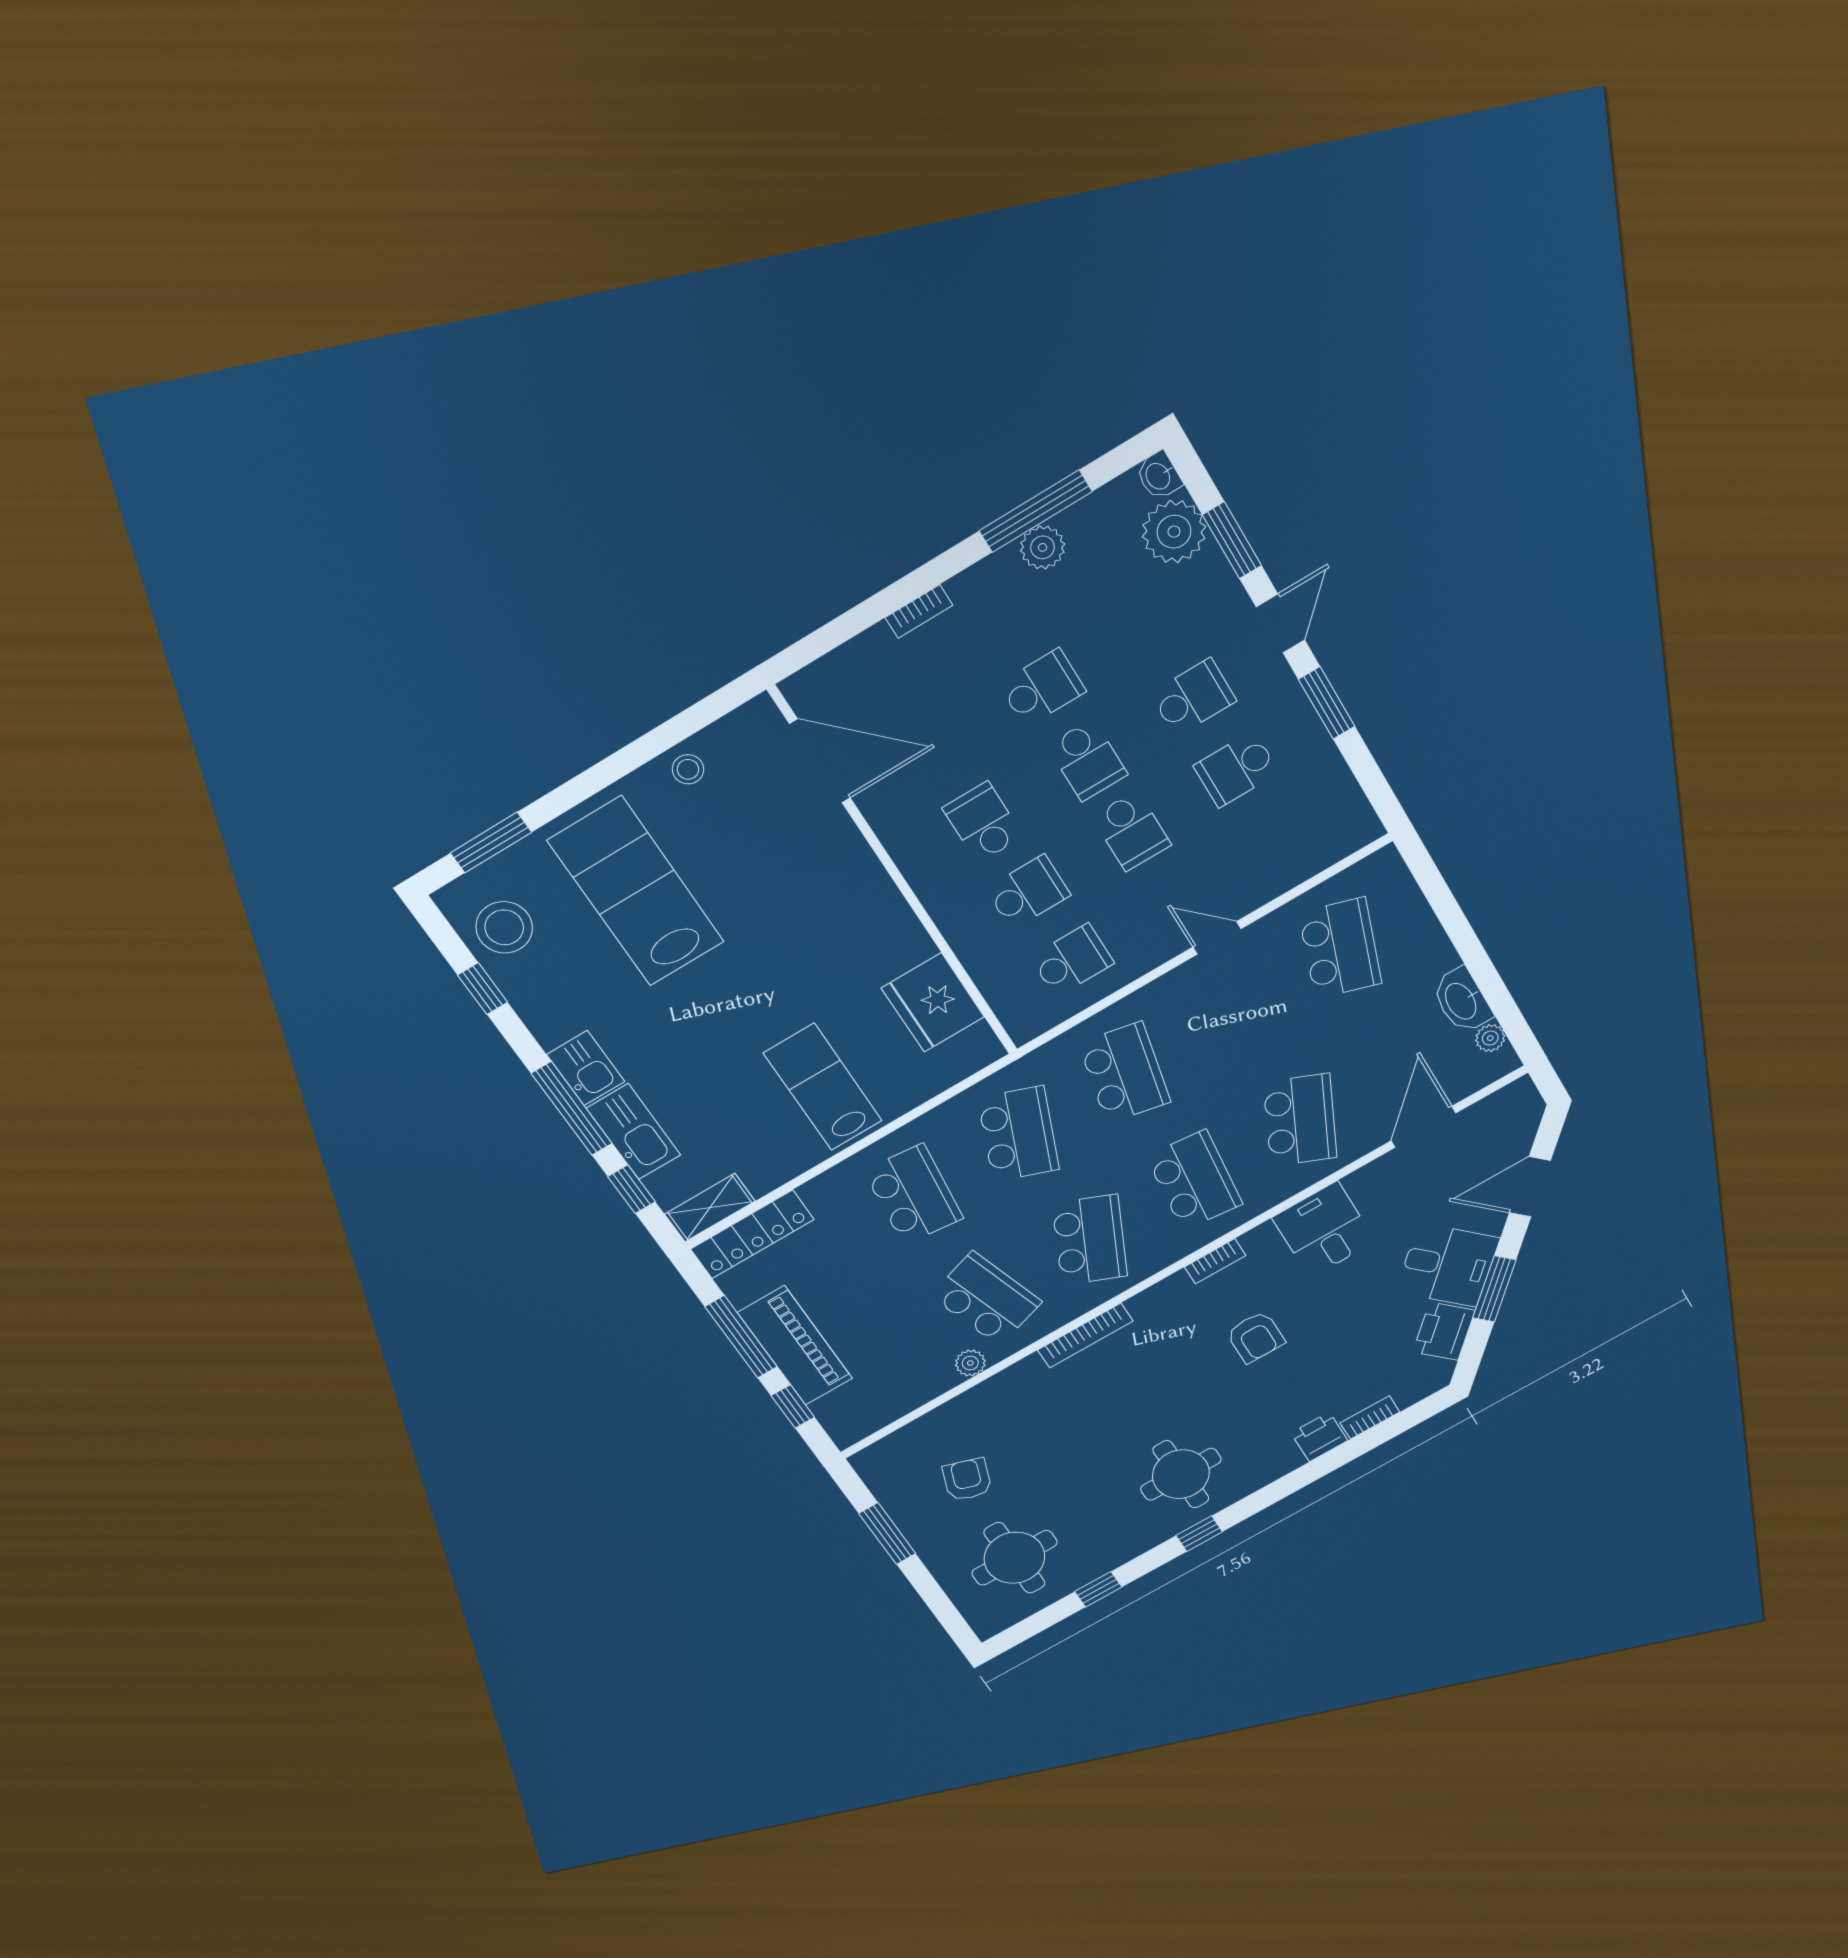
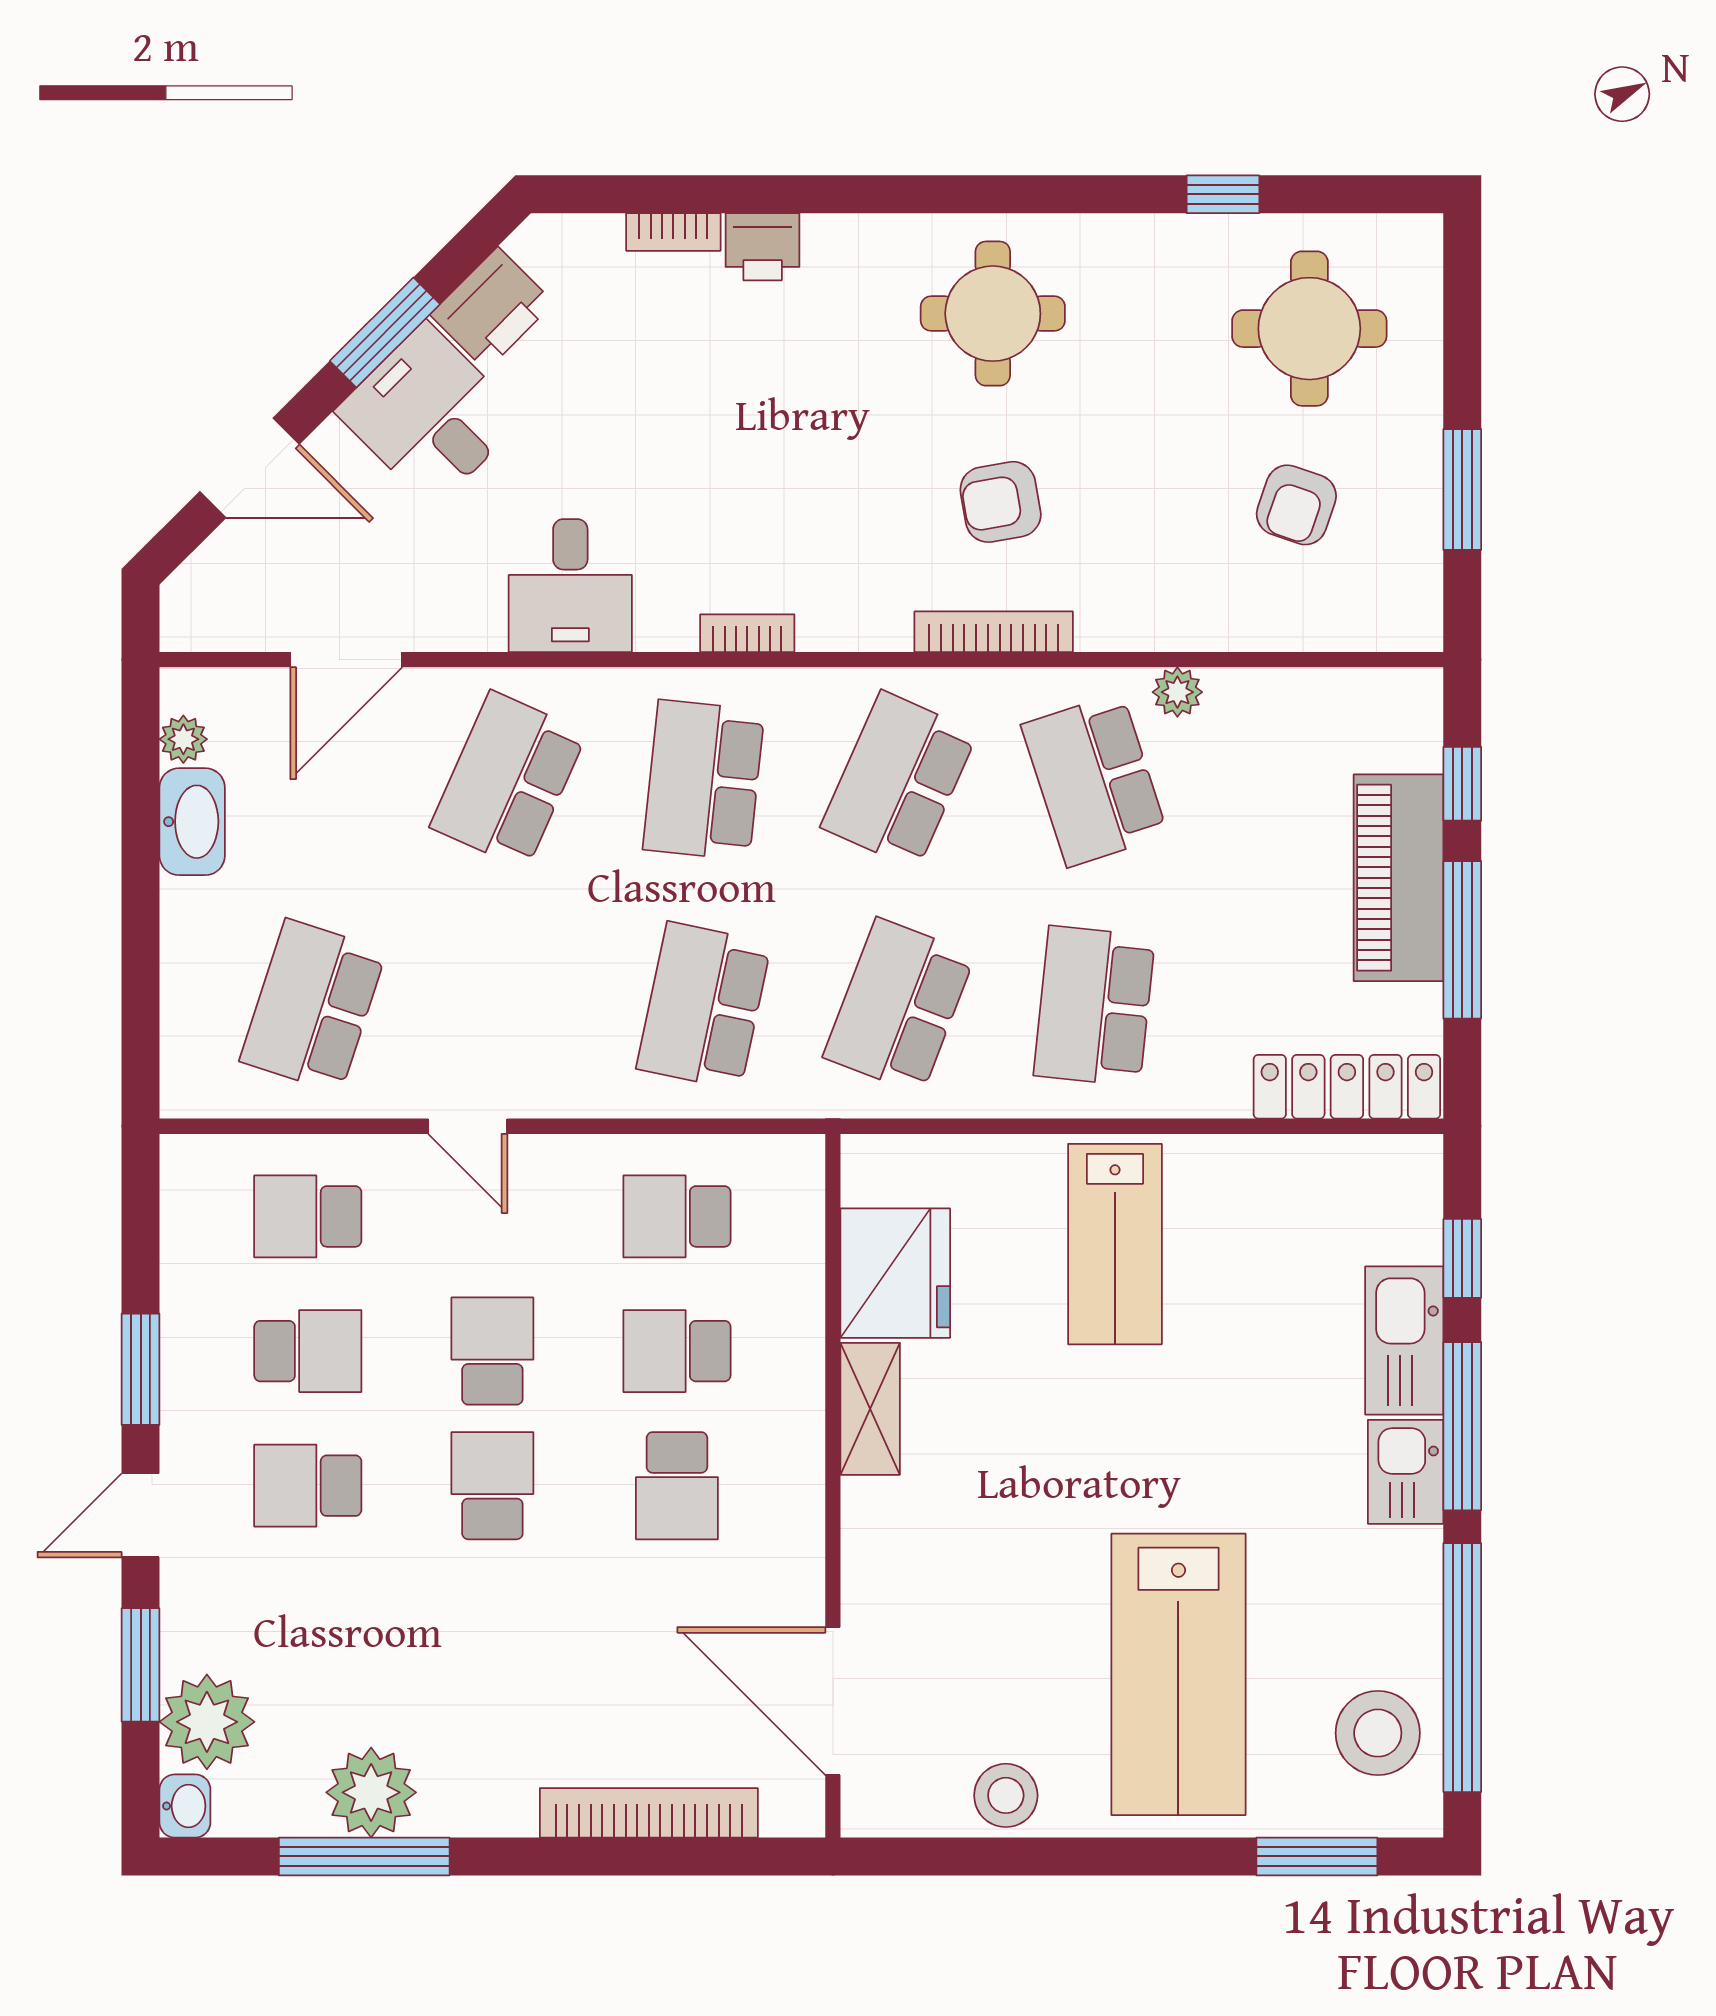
plant: (1043, 547) -> (371, 1792), width x1.36, depth x1.36
bookcase: (919, 611) -> (649, 1813), width x2.31, depth x1.31
school desk: (1042, 688) -> (308, 1216), moved
stool: (688, 769) -> (1006, 1795), width x1.37, depth x1.37
window: (483, 989) -> (1462, 1668), width x3.17
shelving: (710, 1208) -> (870, 1409), moved, turned 90
armchair: (1255, 1337) -> (1001, 502), moved, turned -100
window: (1199, 1534) -> (1025, 194), removed

